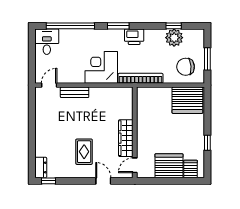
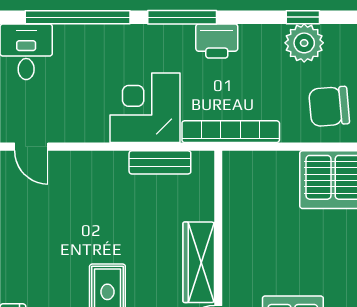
window: (118, 26) -> (182, 17), width x1.44
door: (49, 85) -> (31, 147), swing flipped
bench: (75, 92) -> (160, 162), moved

